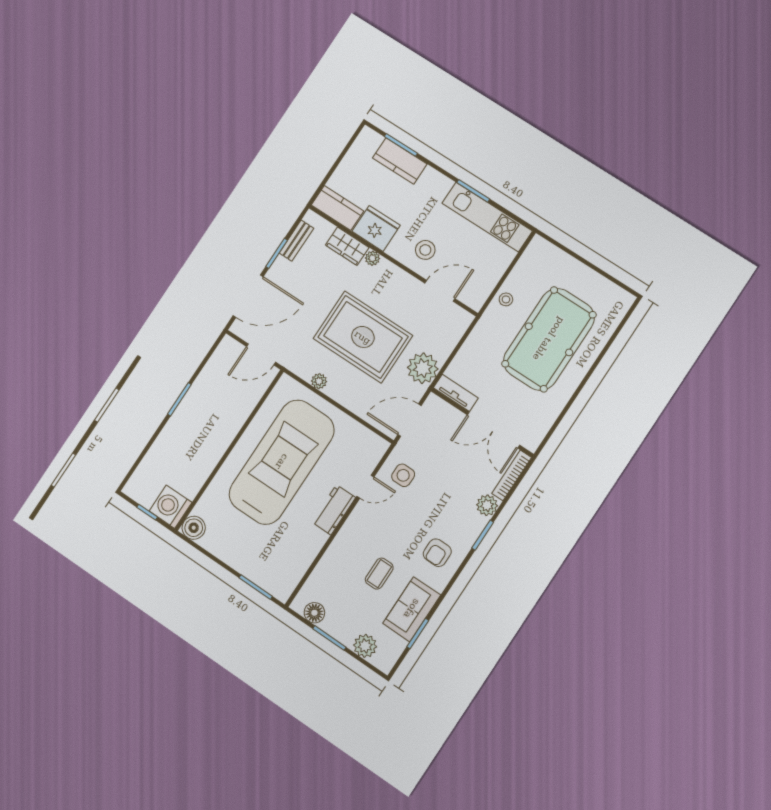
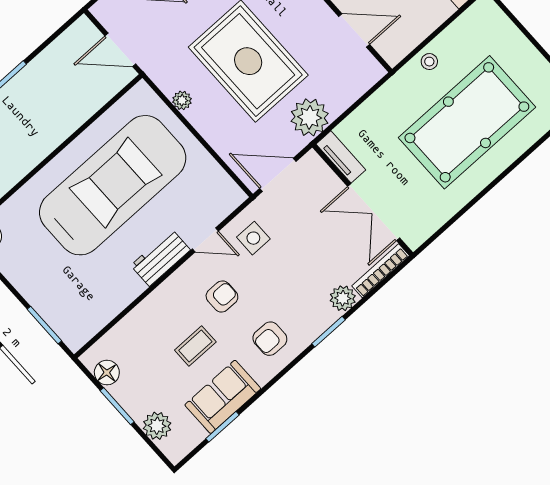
armchair: (390, 528) -> (222, 297), added

